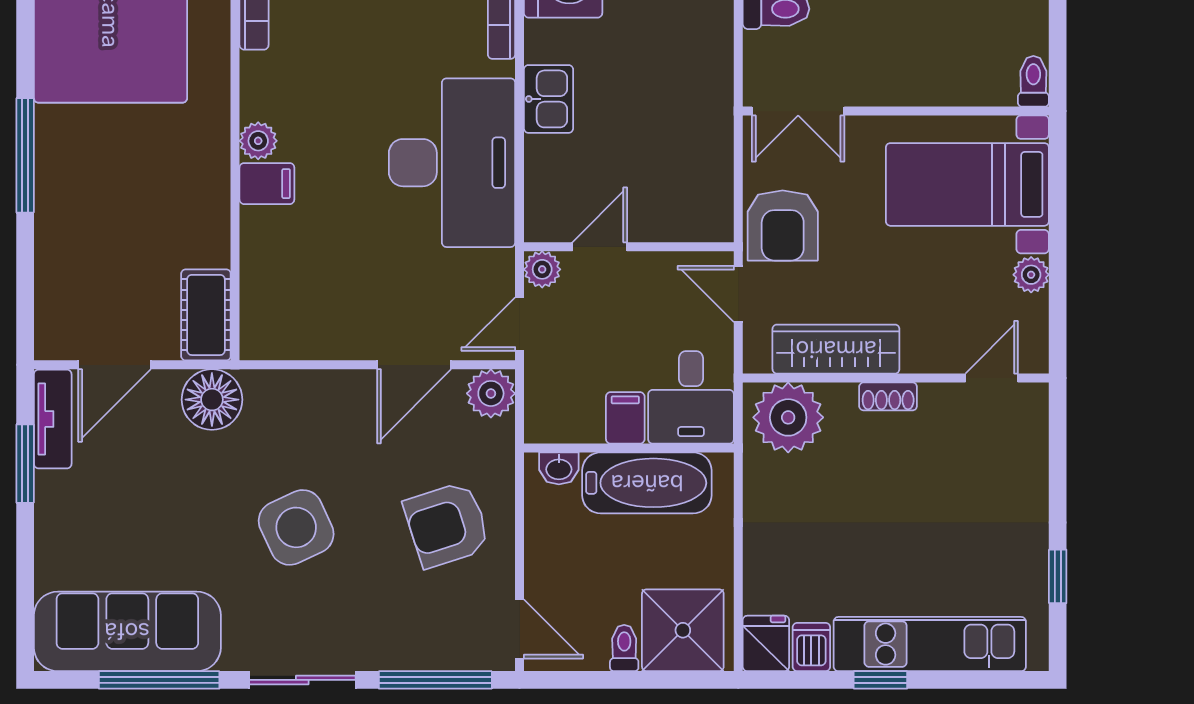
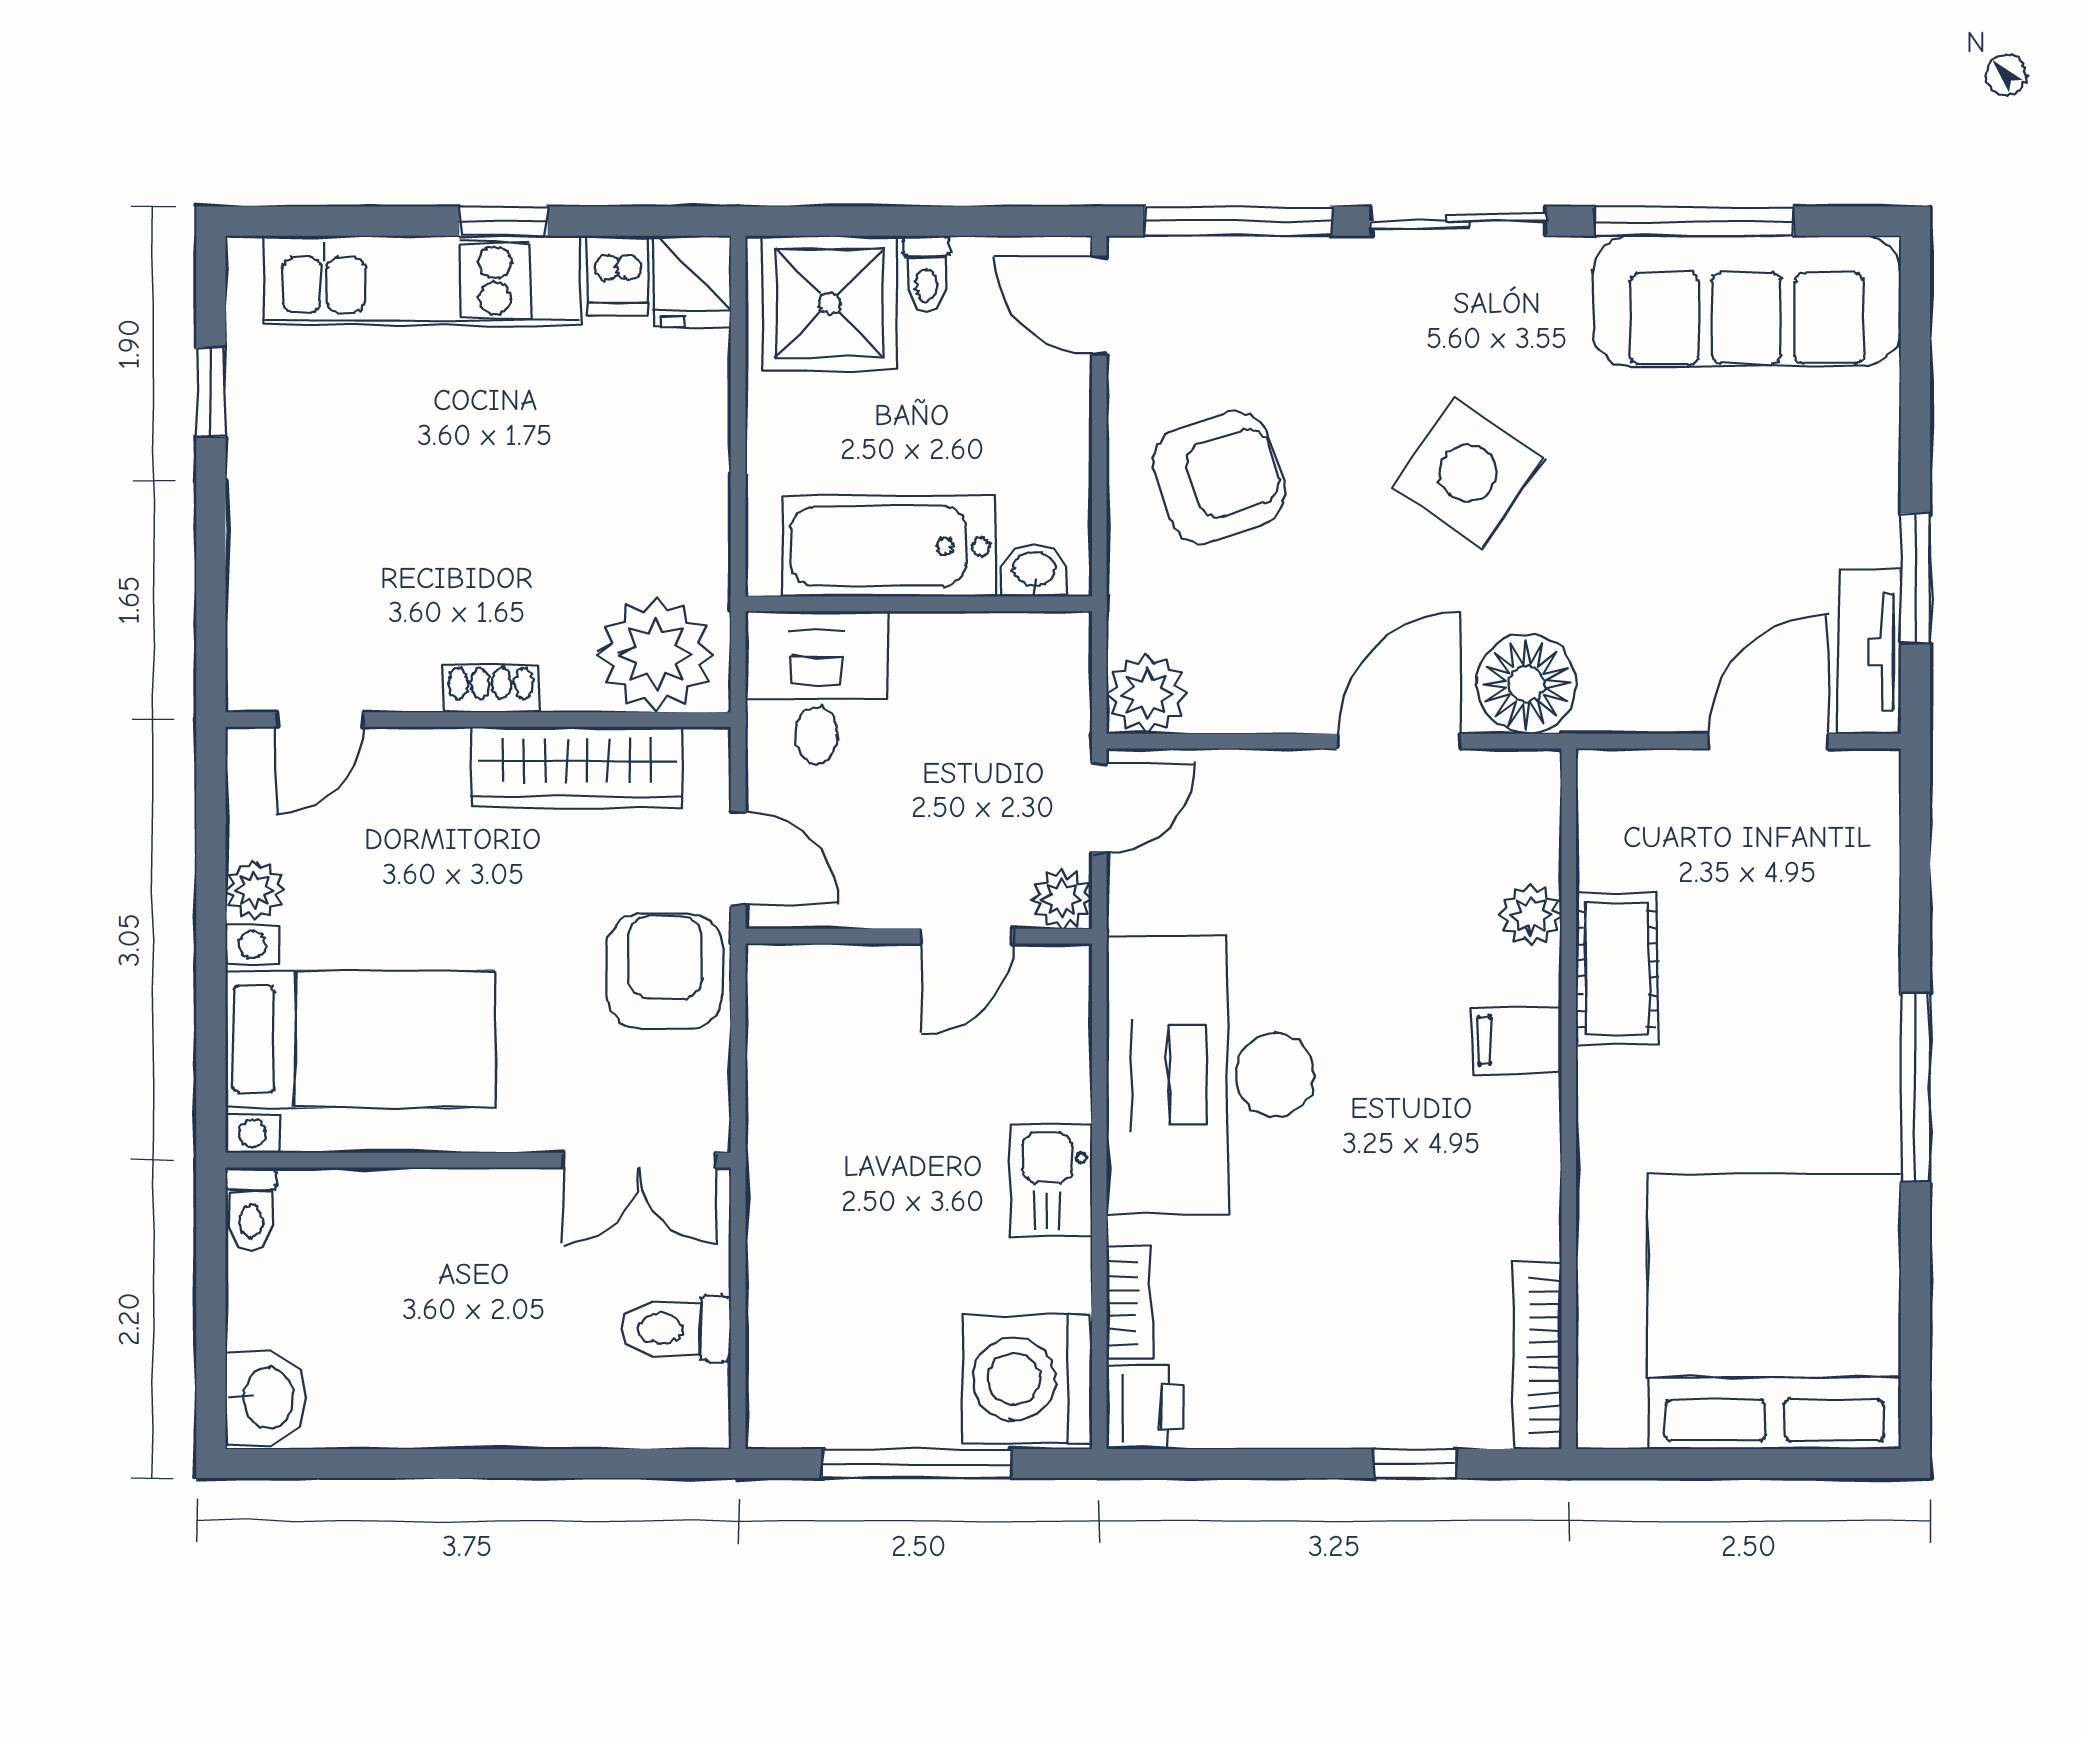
double door: (798, 111) -> (639, 1160), swing flipped
plant: (258, 141) -> (1531, 915), moved
cot: (206, 315) -> (1617, 969), moved
door: (414, 365) -> (1399, 741), moved
floor lamp: (212, 400) -> (1526, 684), moved
filing cabinet: (625, 418) -> (925, 654), removed
side table: (296, 527) -> (1468, 473), turned -30

